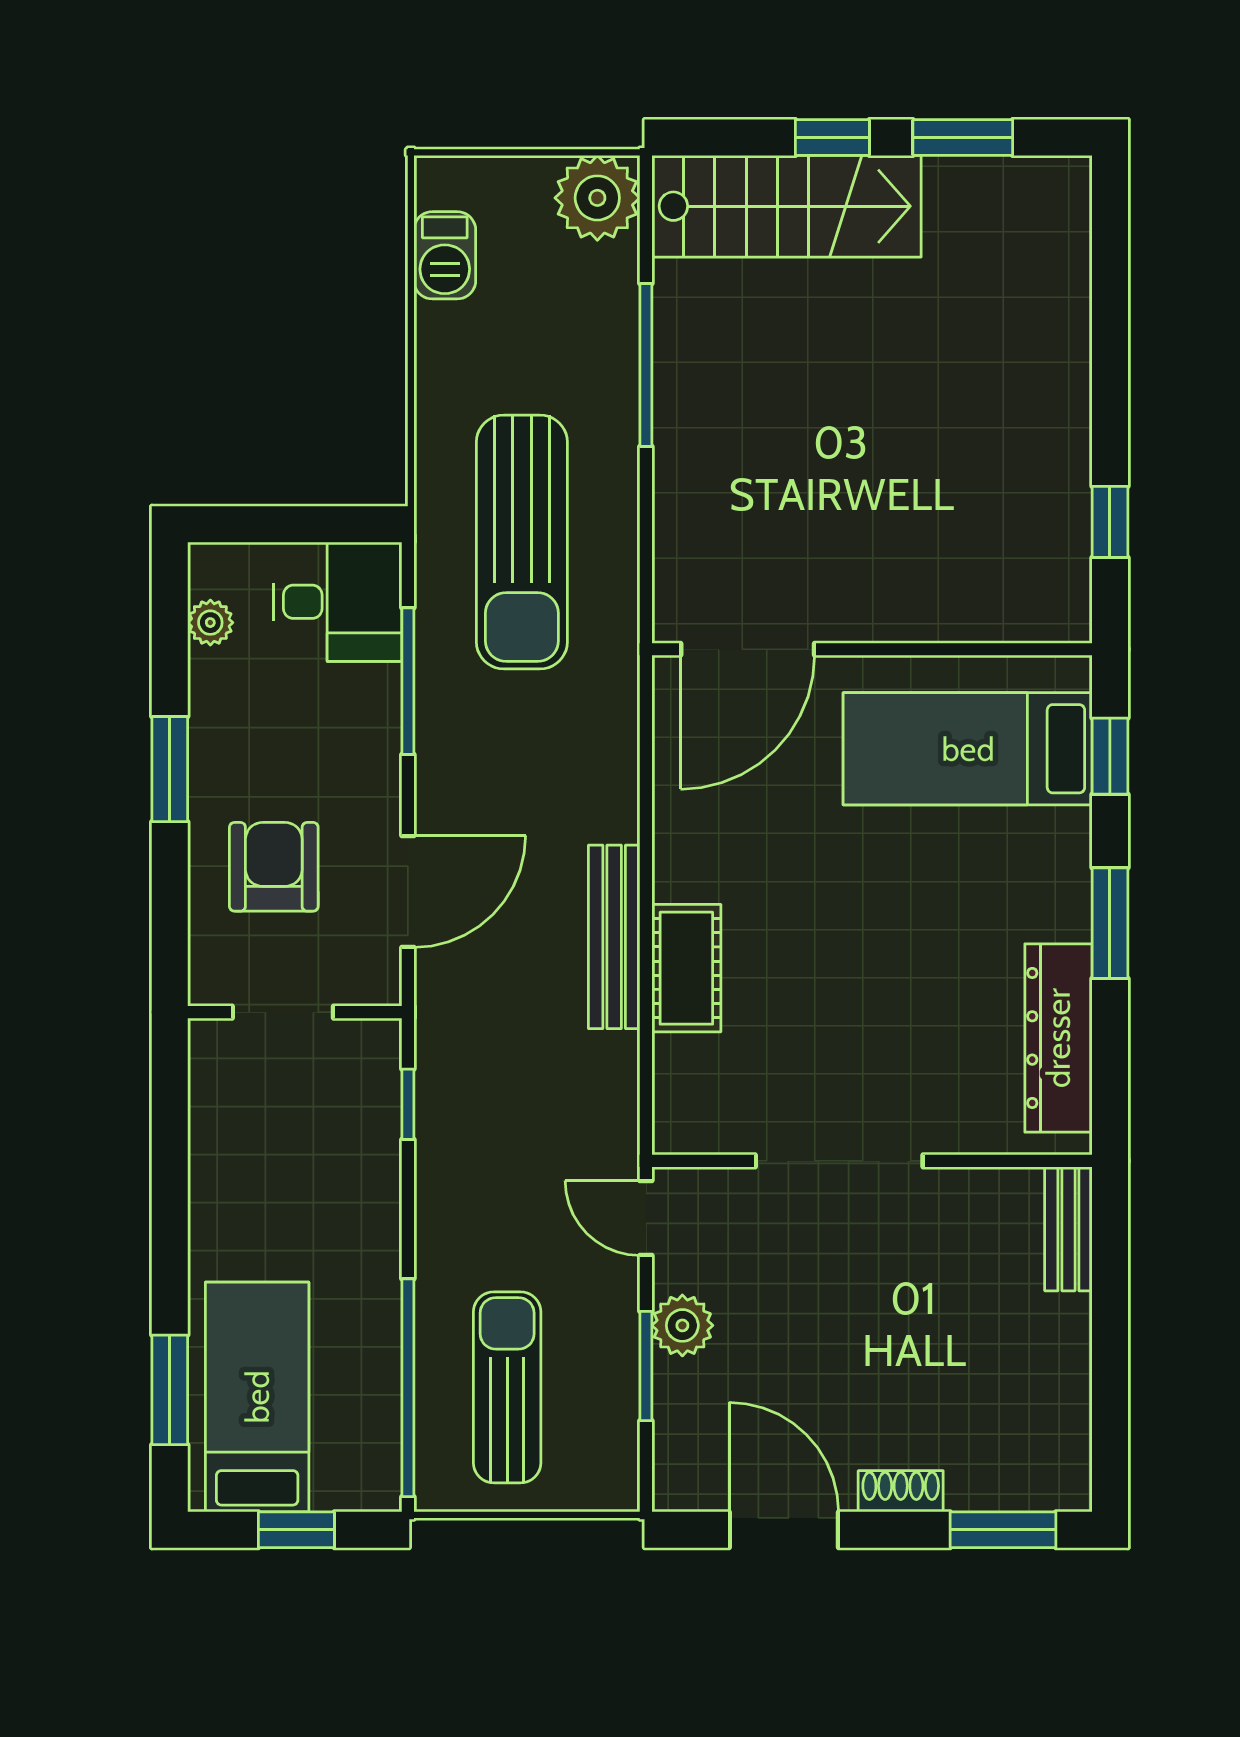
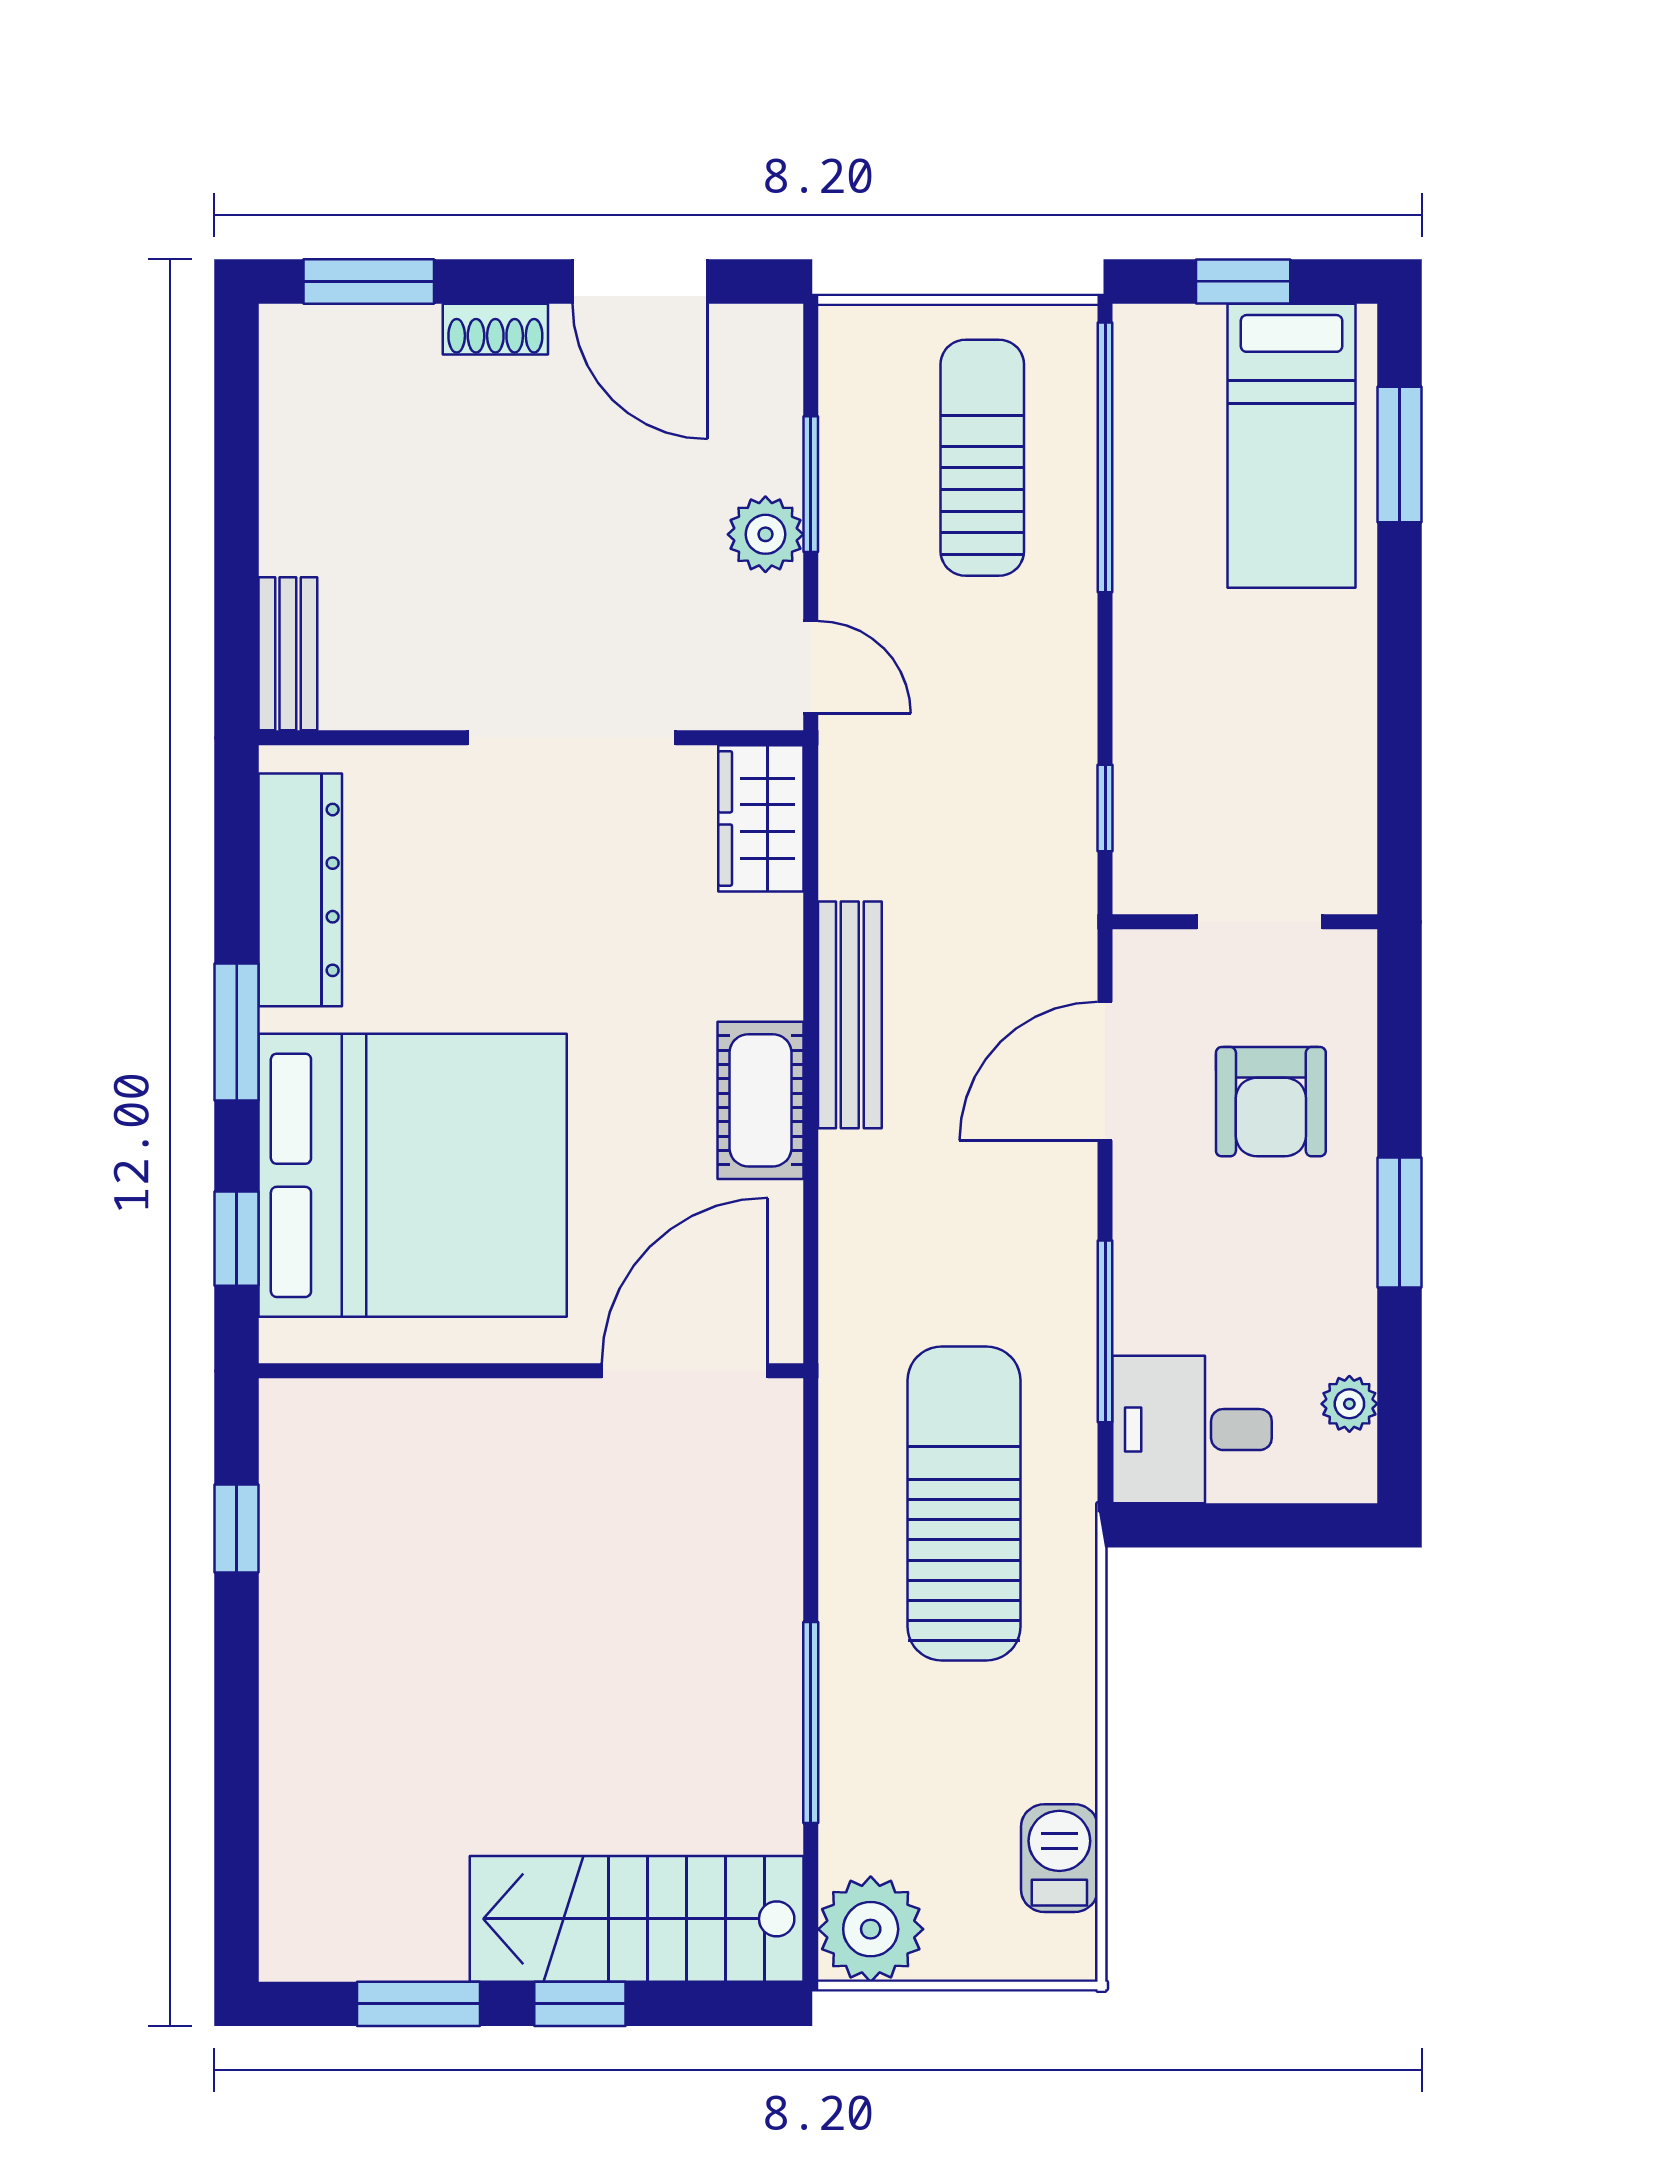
bed: (968, 749) -> (413, 1175), width x2.04
cot: (686, 968) -> (760, 1100), moved
wardrobe: (686, 1096) -> (761, 818), added
sun lounger: (507, 1387) -> (982, 458), turned 180

